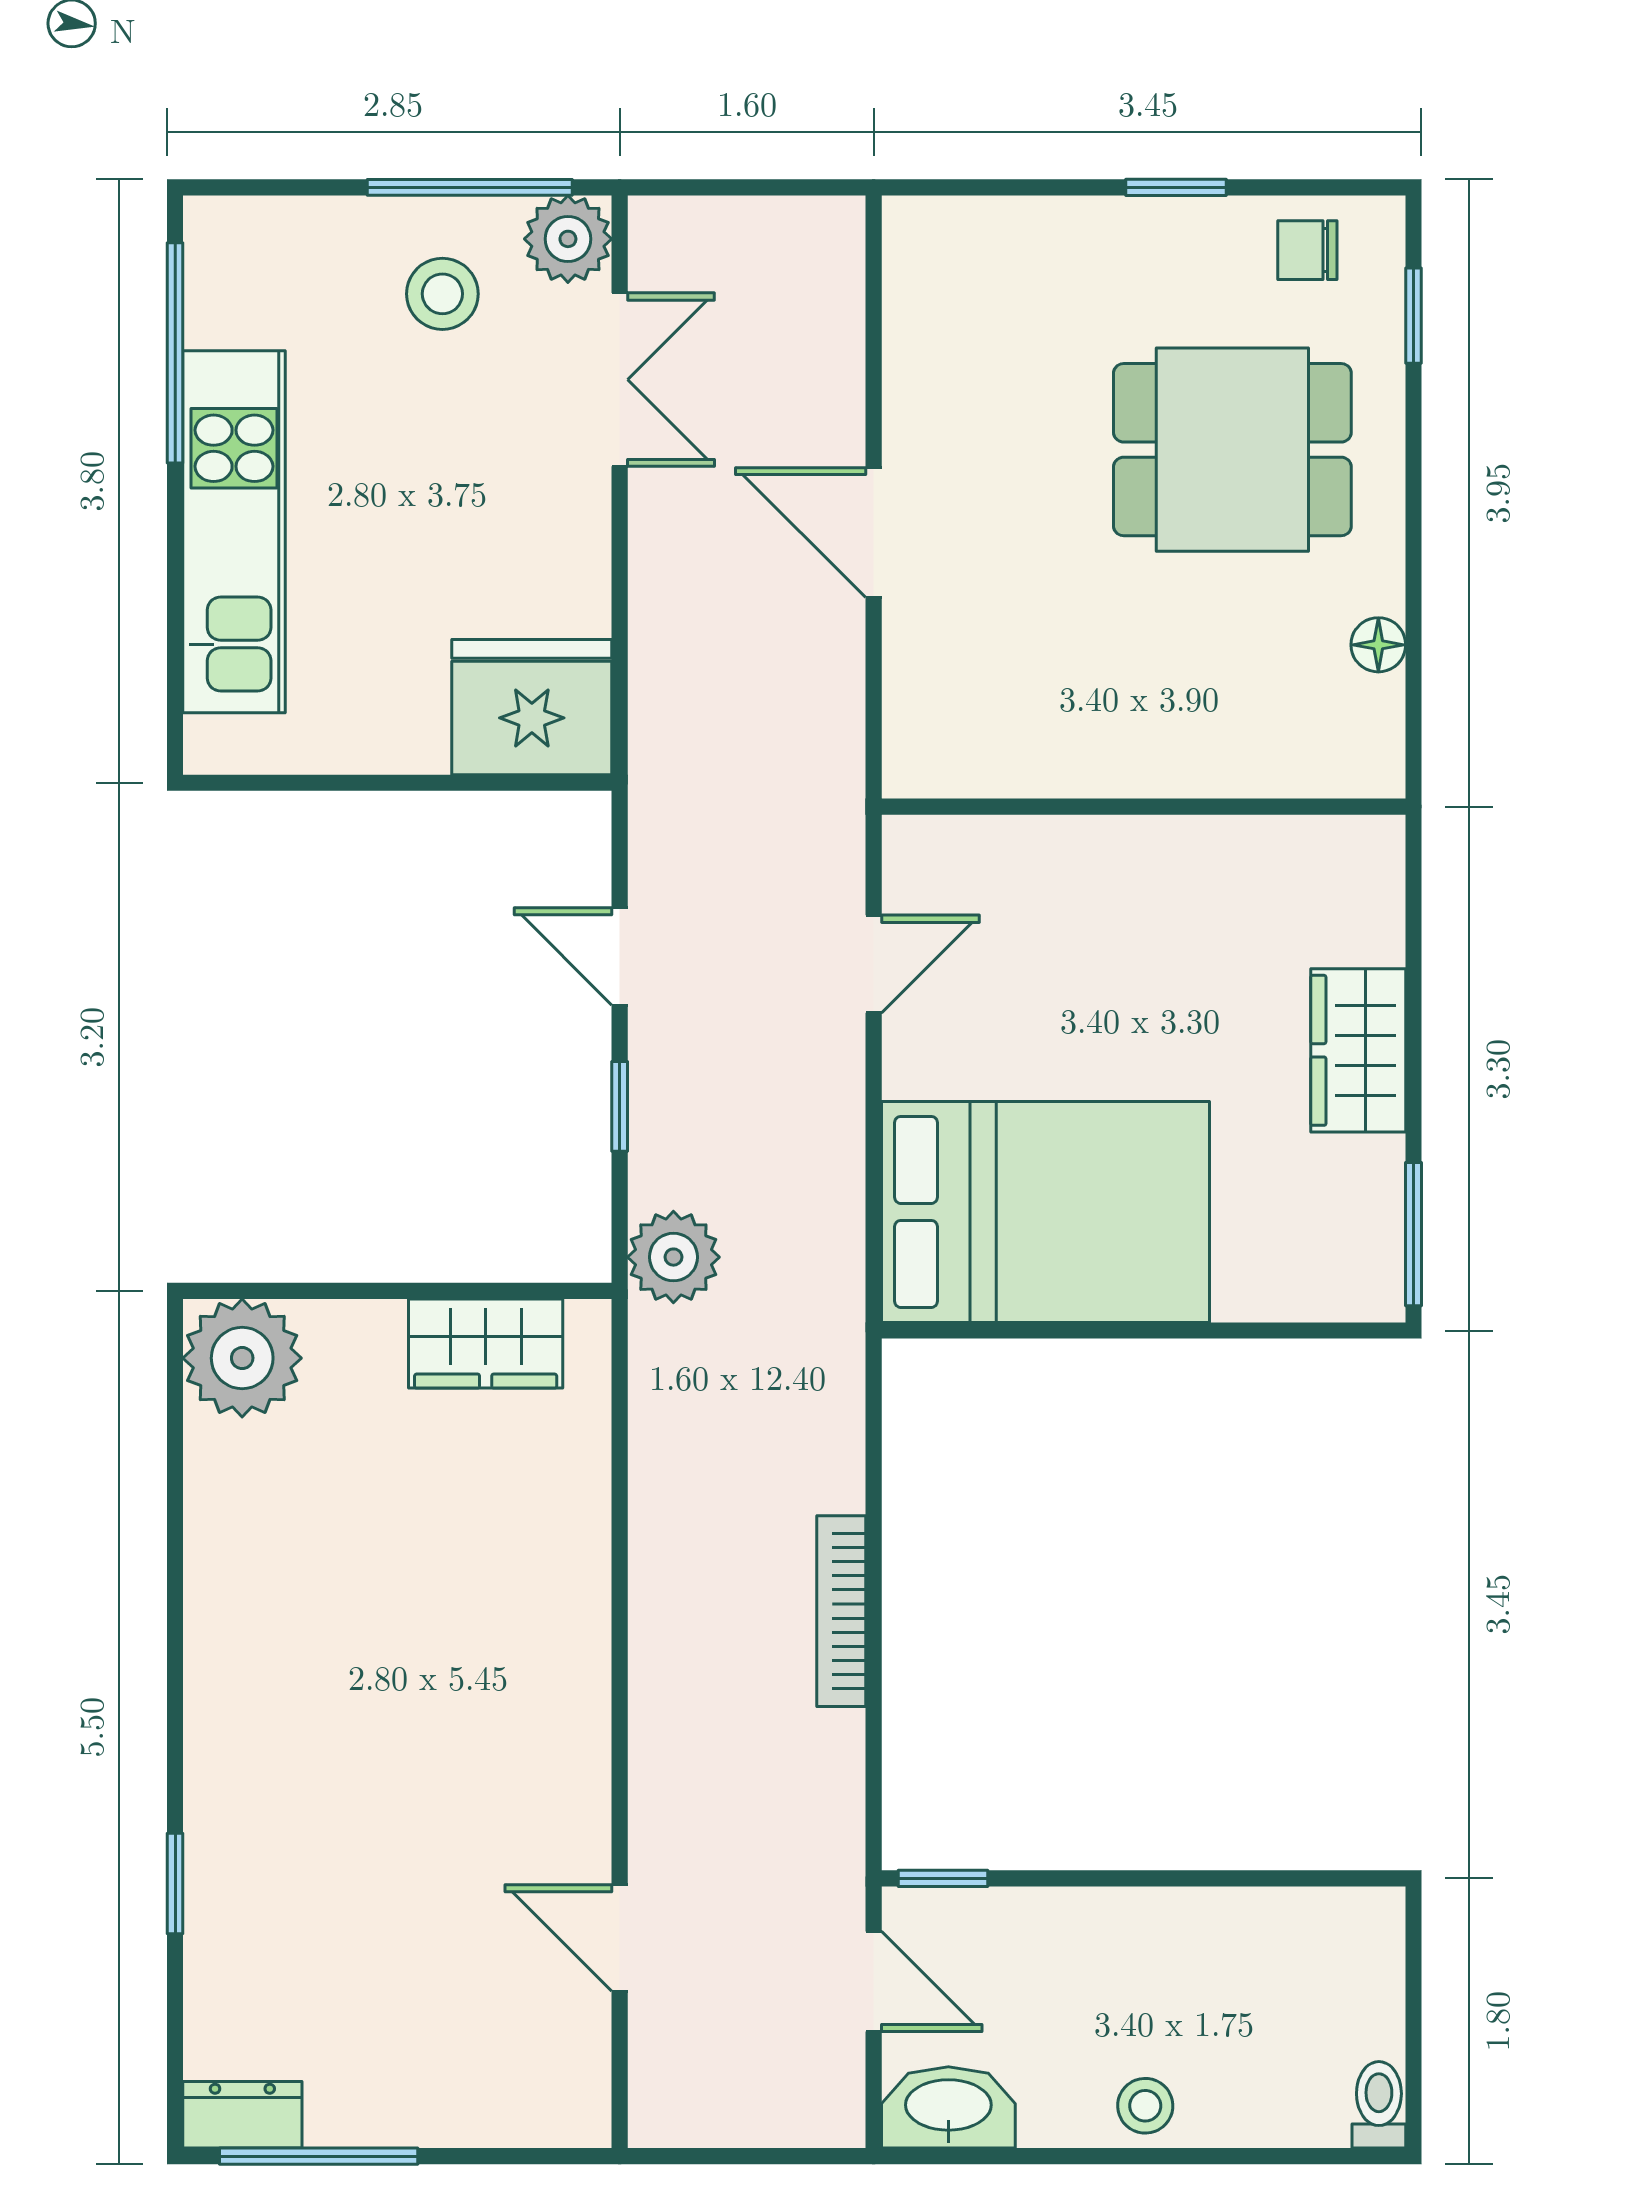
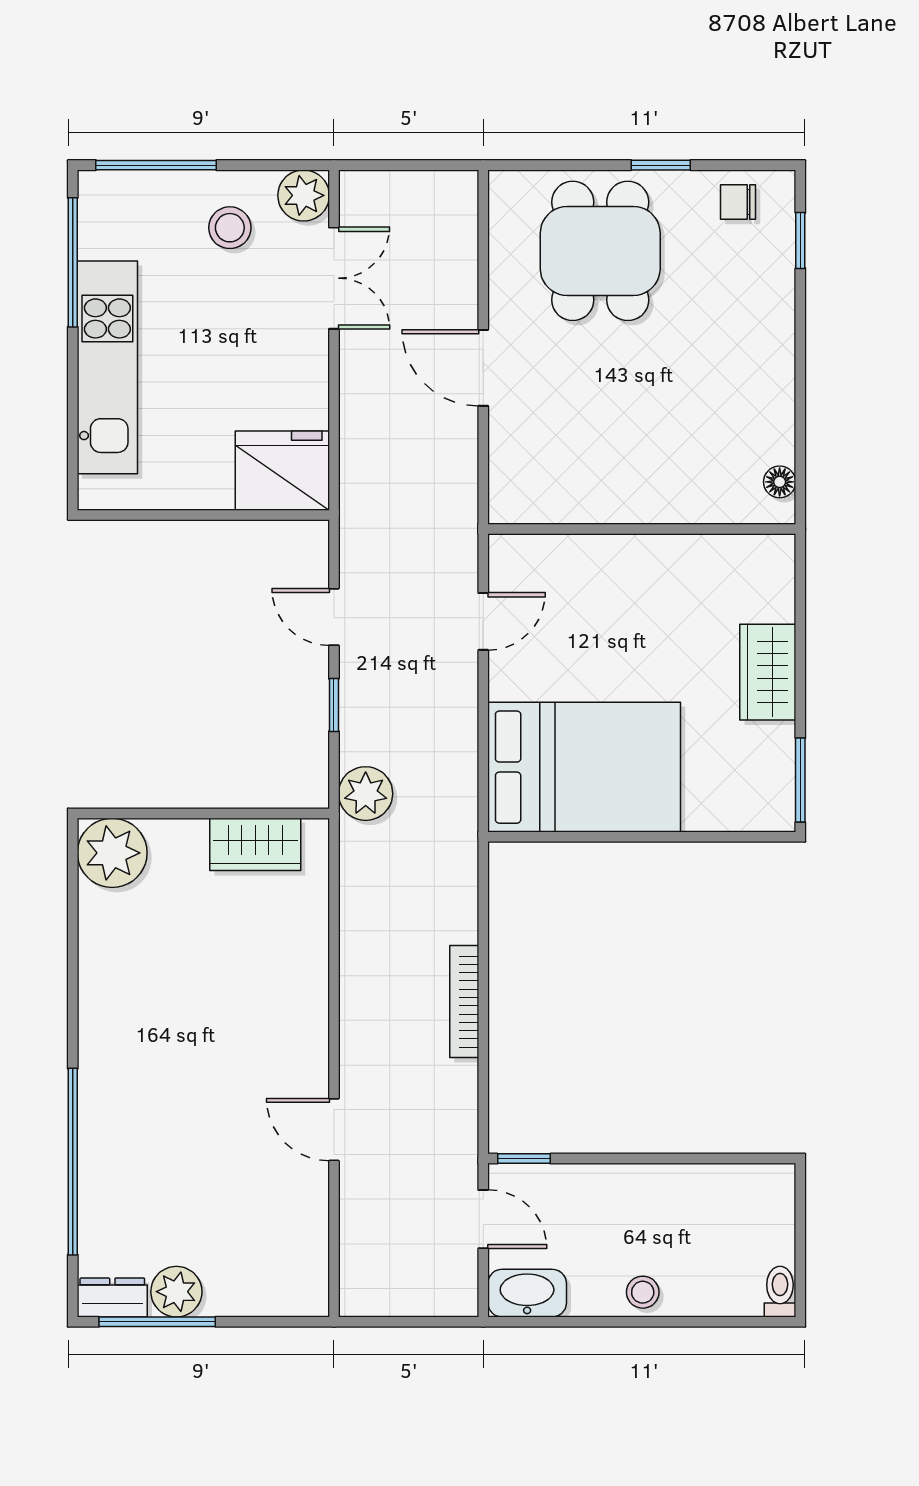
window: (470, 187) -> (156, 165), moved
dining table: (1232, 450) -> (600, 251), moved, turned 90
floor lamp: (1378, 645) -> (780, 482), moved
window: (175, 1884) -> (73, 1162), width x3.17
door: (620, 1938) -> (334, 1130), moved
plant: (351, 2105) -> (176, 1292), added

